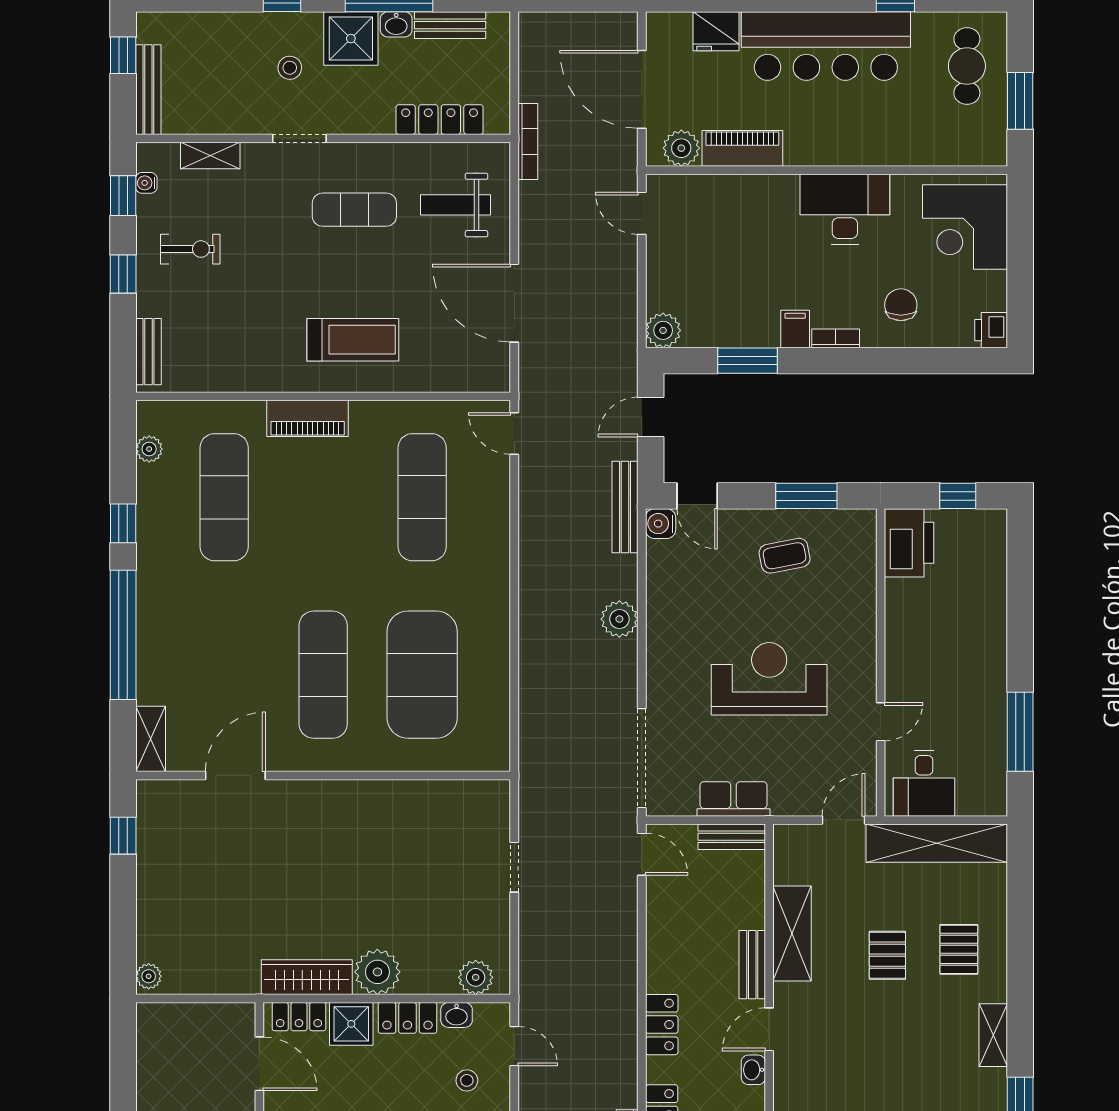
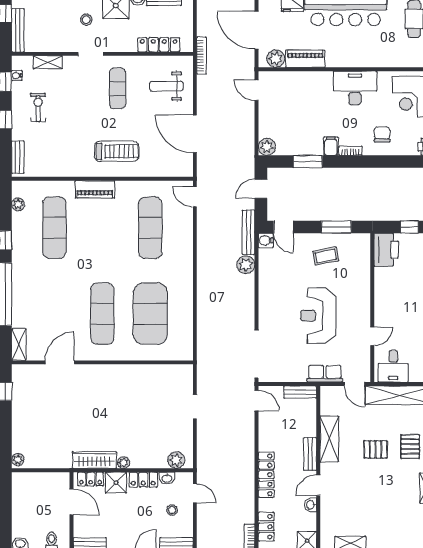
exercise mat: (354, 210) -> (117, 88), turned 90
exercise bike: (190, 249) -> (38, 107), turned -90
plant: (619, 619) -> (246, 265), moved
reception desk: (769, 679) -> (318, 316), turned -90
row of seats: (733, 799) -> (325, 374), moved
door: (843, 820) -> (354, 384), swing flipped
pallet: (887, 955) -> (376, 449), turned 90
plant: (377, 972) -> (124, 463), width x0.53, depth x0.53
locker: (662, 1025) -> (266, 475), width x1.53

